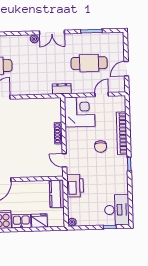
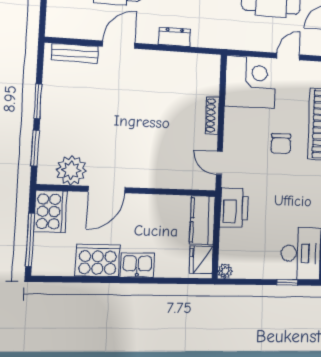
dresser: (62, 89) -> (175, 37), moved
fridge: (39, 221) -> (201, 260), moved, turned -90

